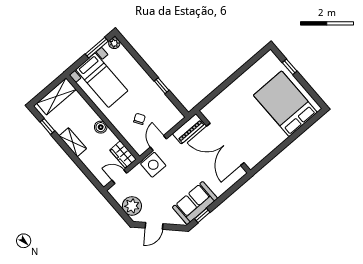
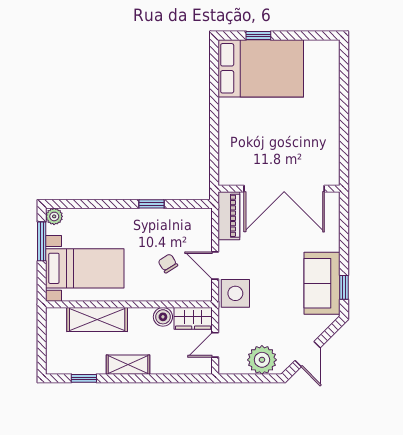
shelving: (56, 96) -> (97, 319), moved, turned 90
bed: (285, 104) -> (261, 68), moved, turned 180
boiler: (101, 127) -> (163, 317), moved

